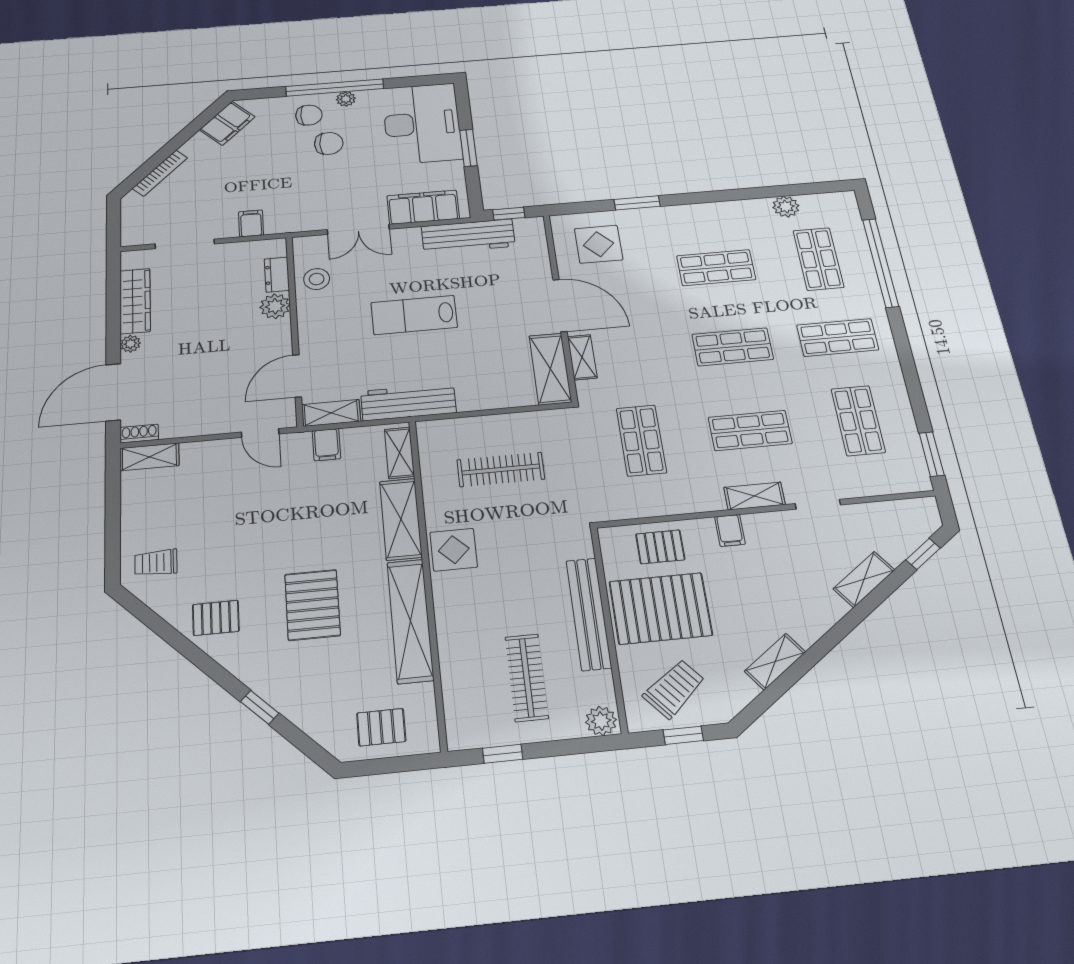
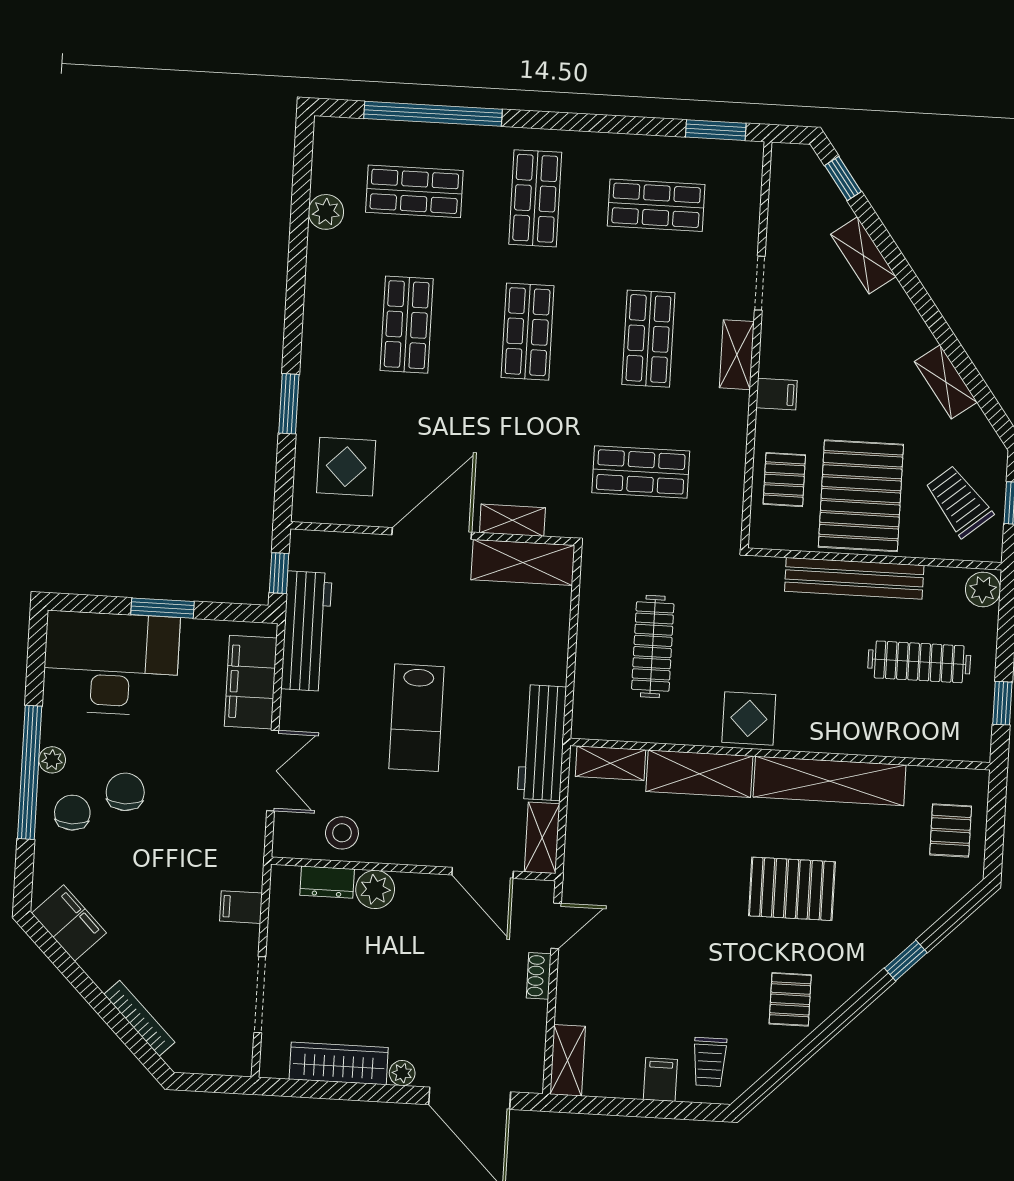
shoe rack: (139, 434) -> (539, 976), moved
filing cabinet: (326, 445) -> (660, 1080), moved, turned -90

